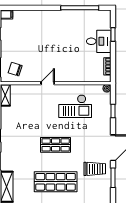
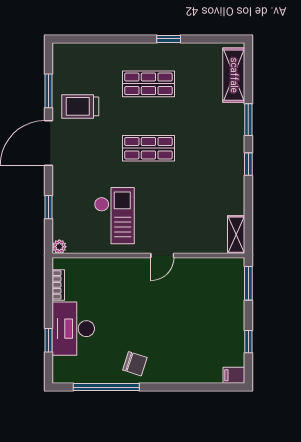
desk: (99, 41) -> (73, 329), width x1.37
chair: (15, 69) -> (135, 364), moved
checkout: (75, 106) -> (114, 216), turned 90
shop shelf: (56, 182) -> (148, 84), width x0.70, depth x0.74

